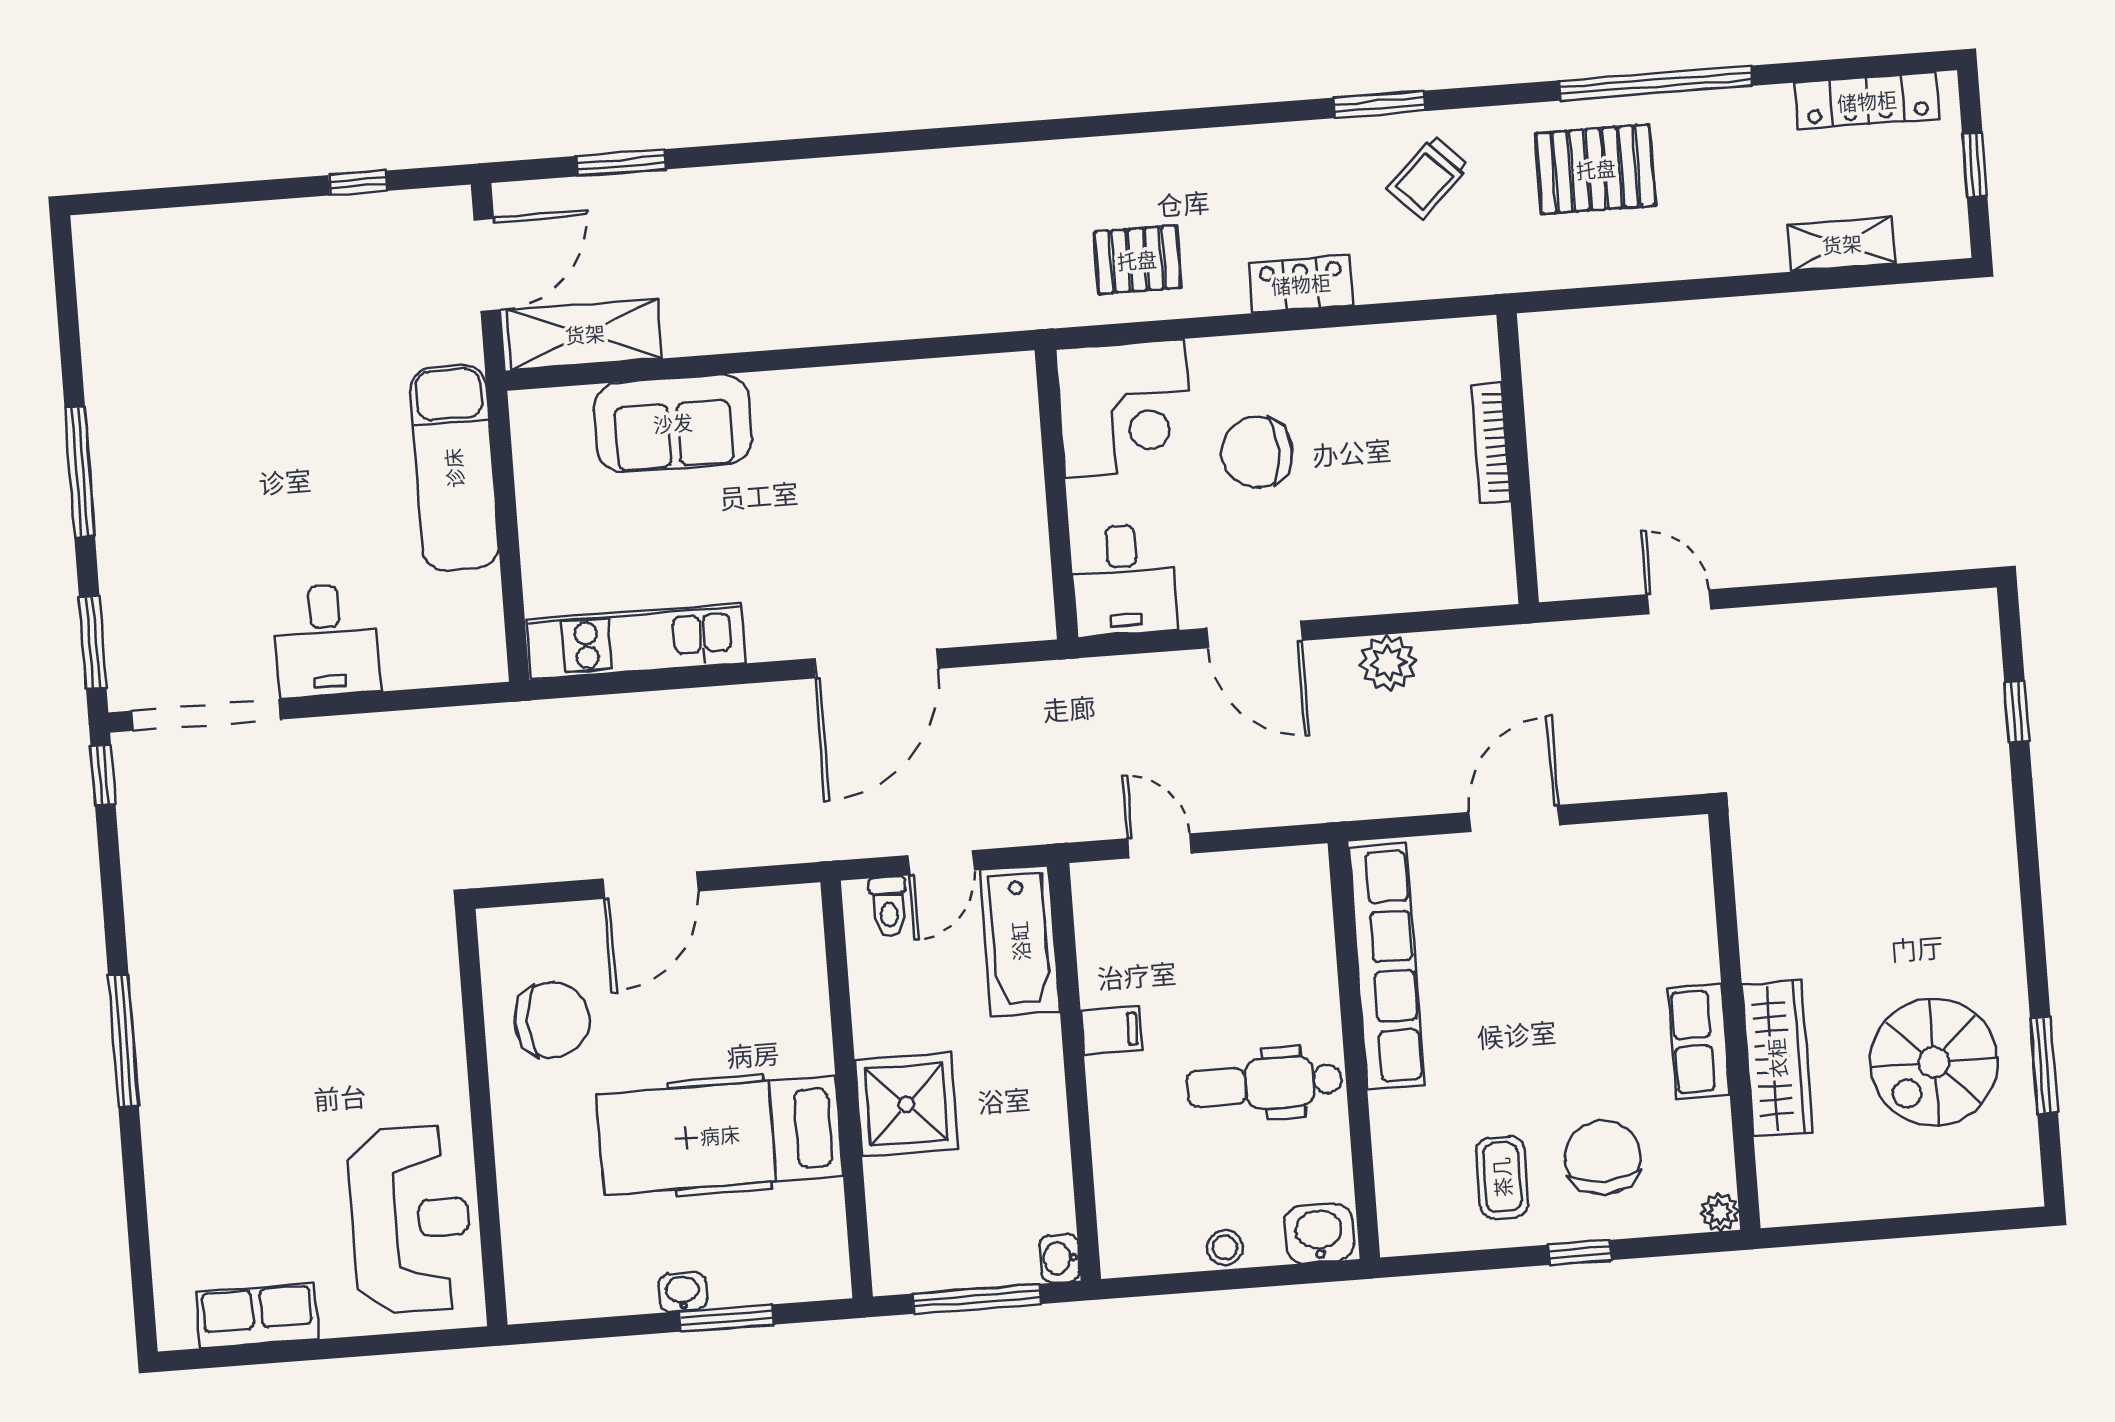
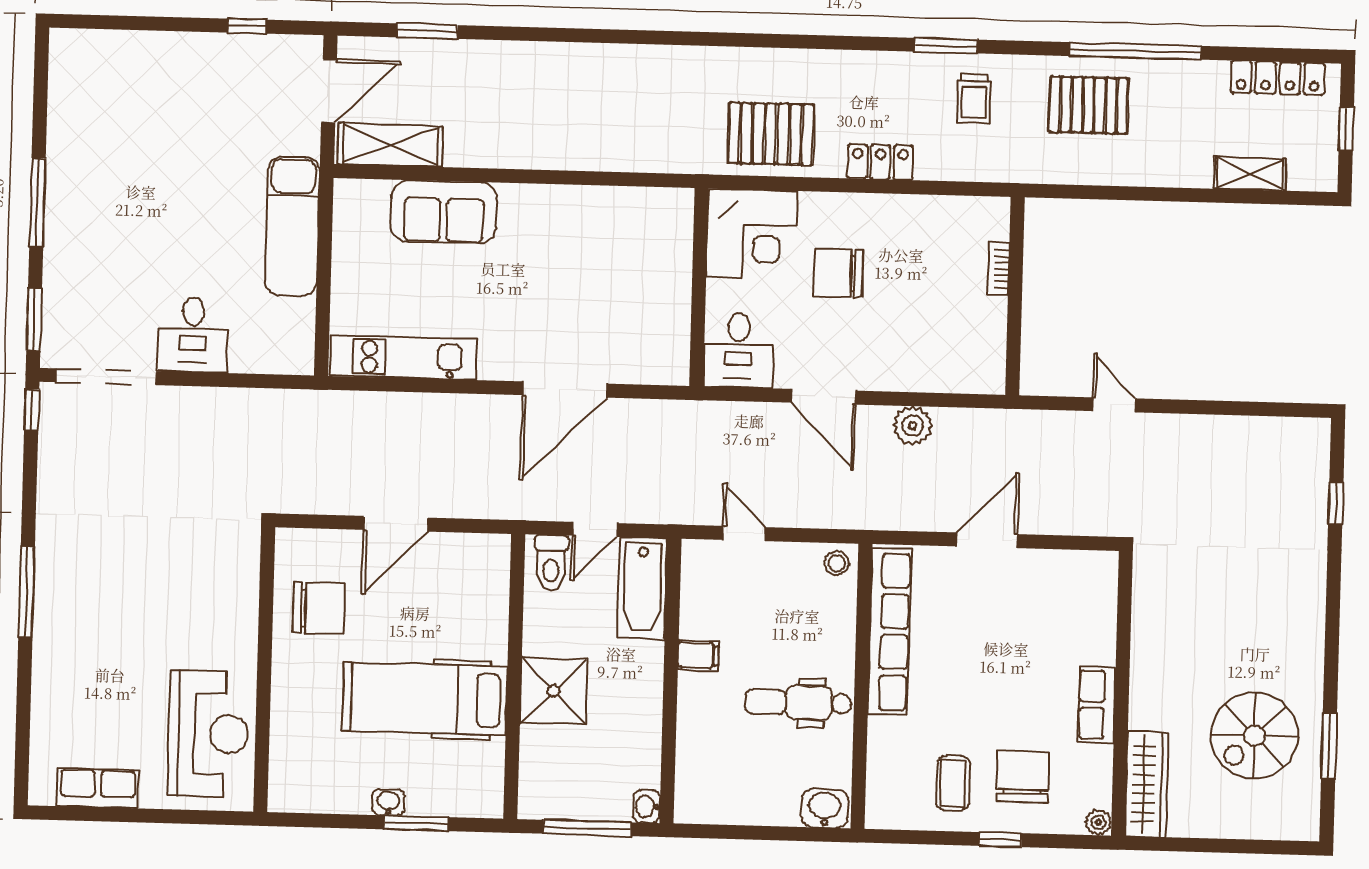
trolley: (1428, 178) -> (974, 99), turned -45
pallet: (1137, 260) -> (771, 134), width x1.50, depth x1.42
bookcase: (1491, 443) -> (998, 269), width x0.64
toilet: (889, 906) -> (551, 563), width x1.37, depth x1.39
wardrobe: (1777, 1058) -> (1147, 784), moved
stool: (1225, 1247) -> (837, 563), moved

